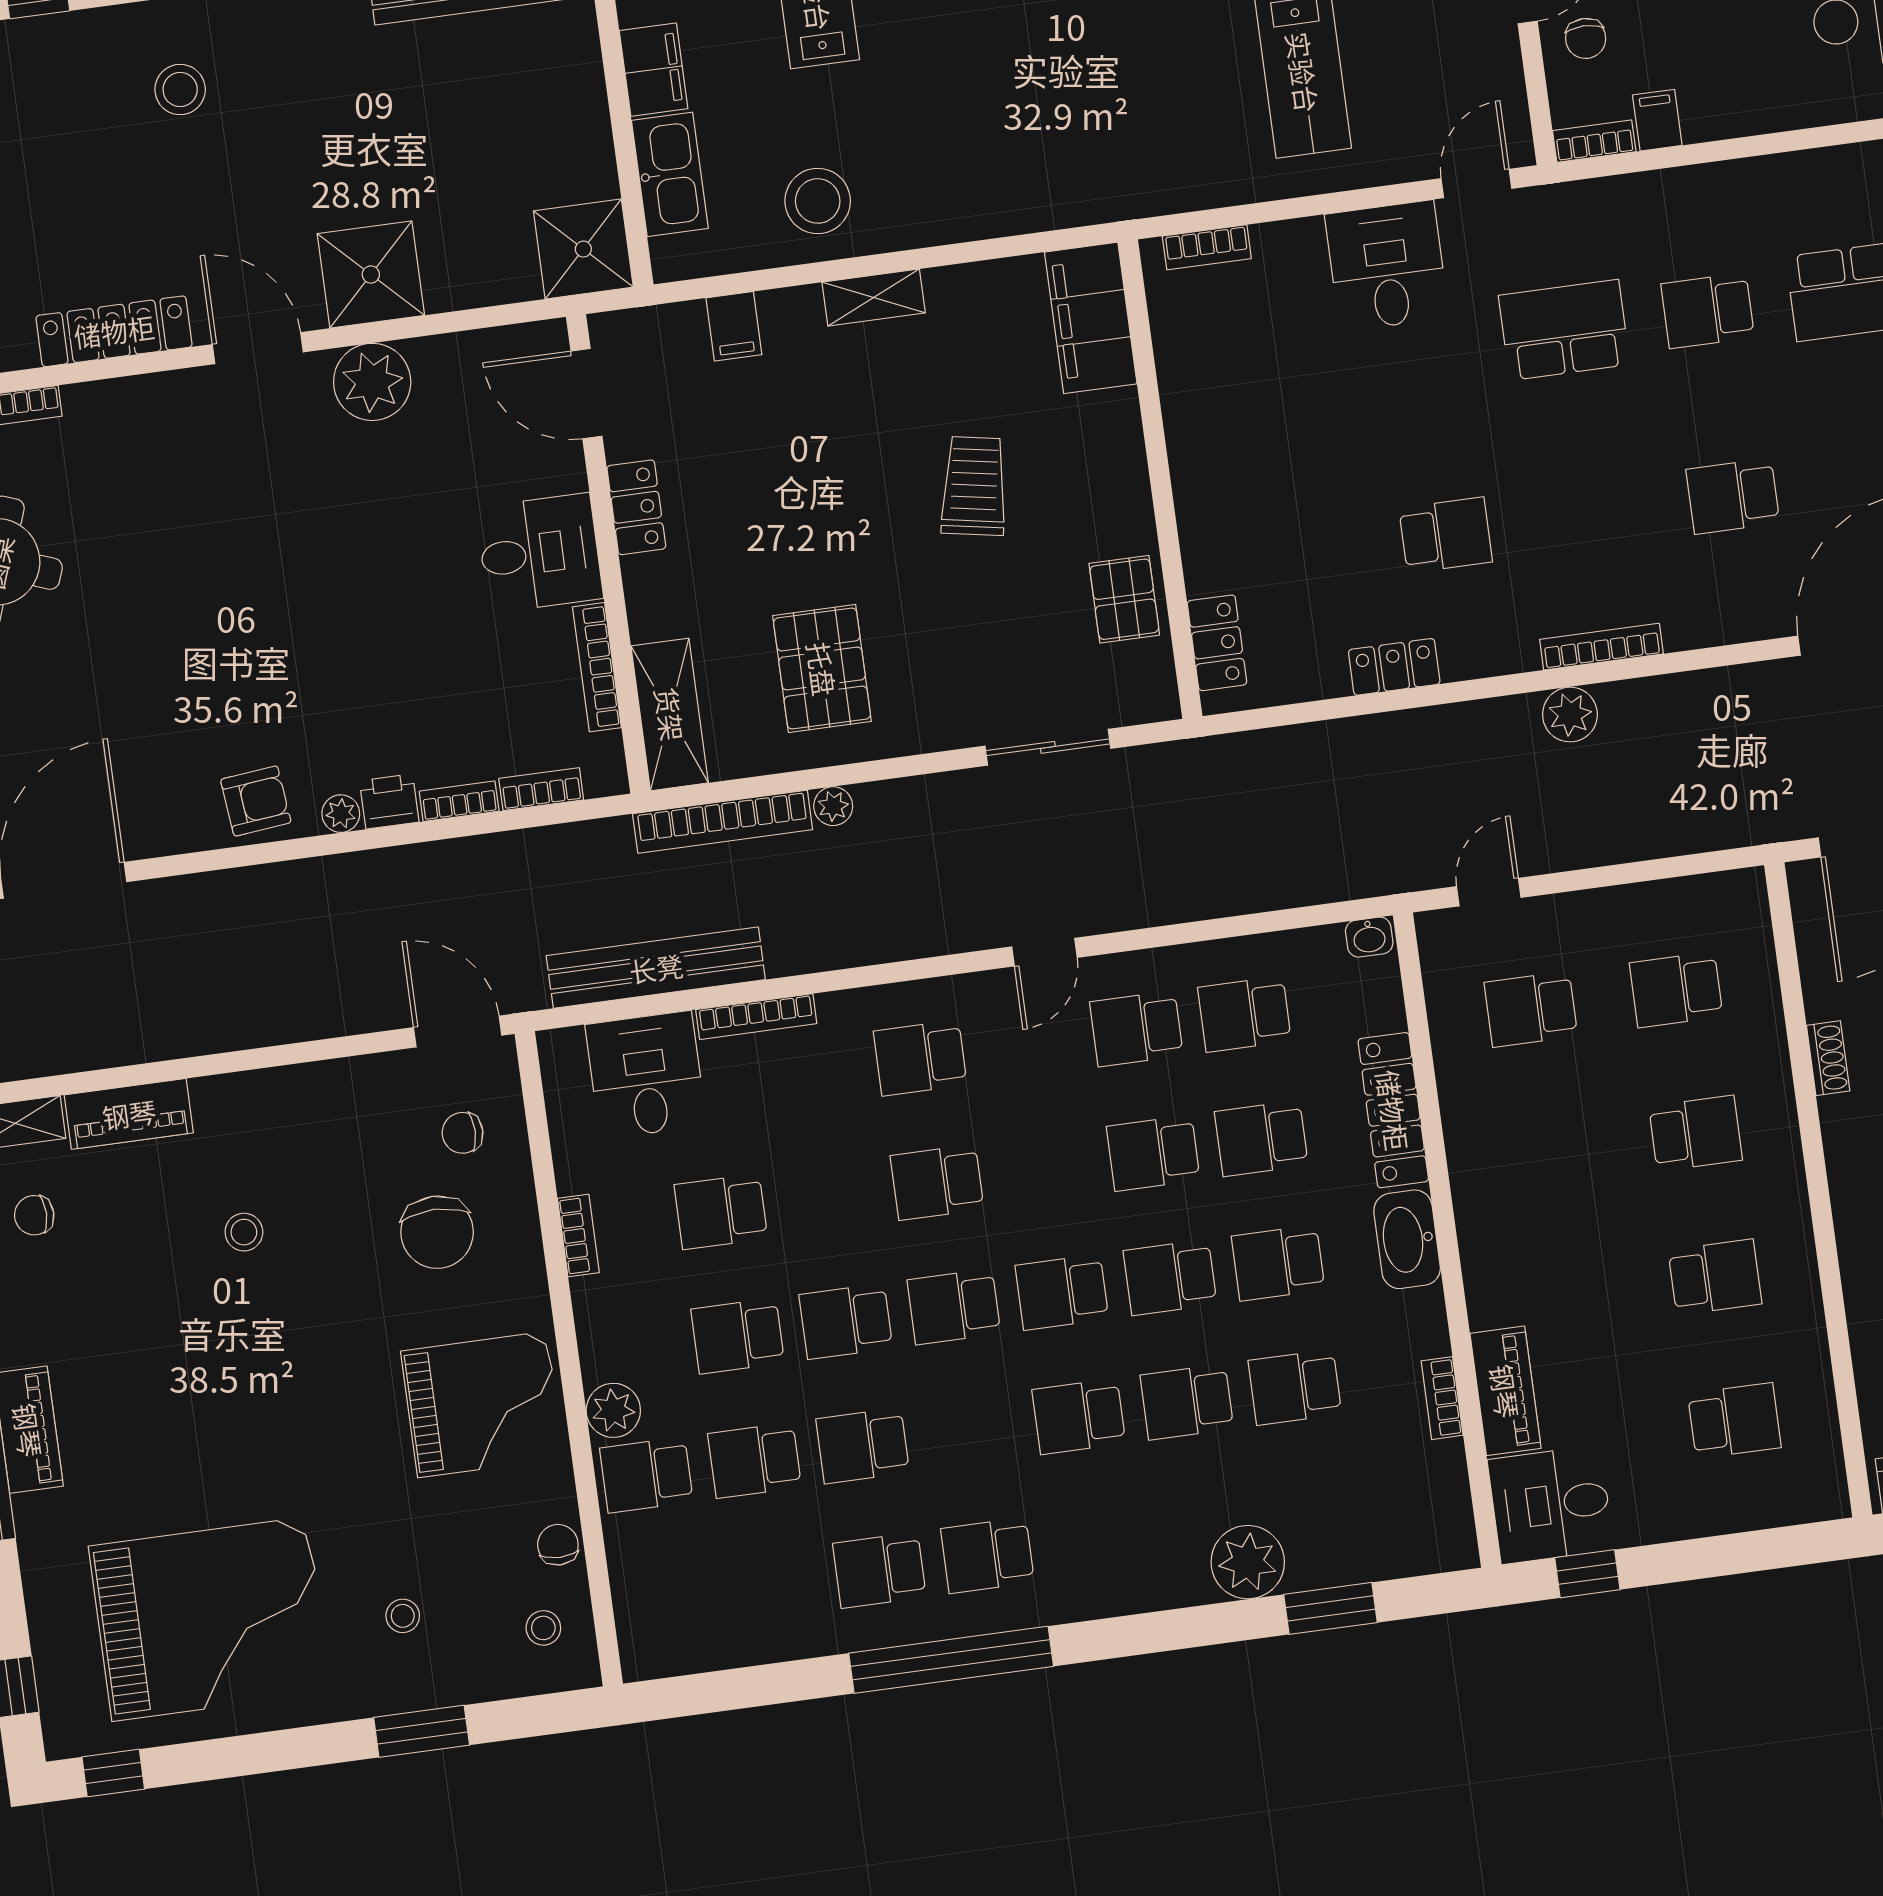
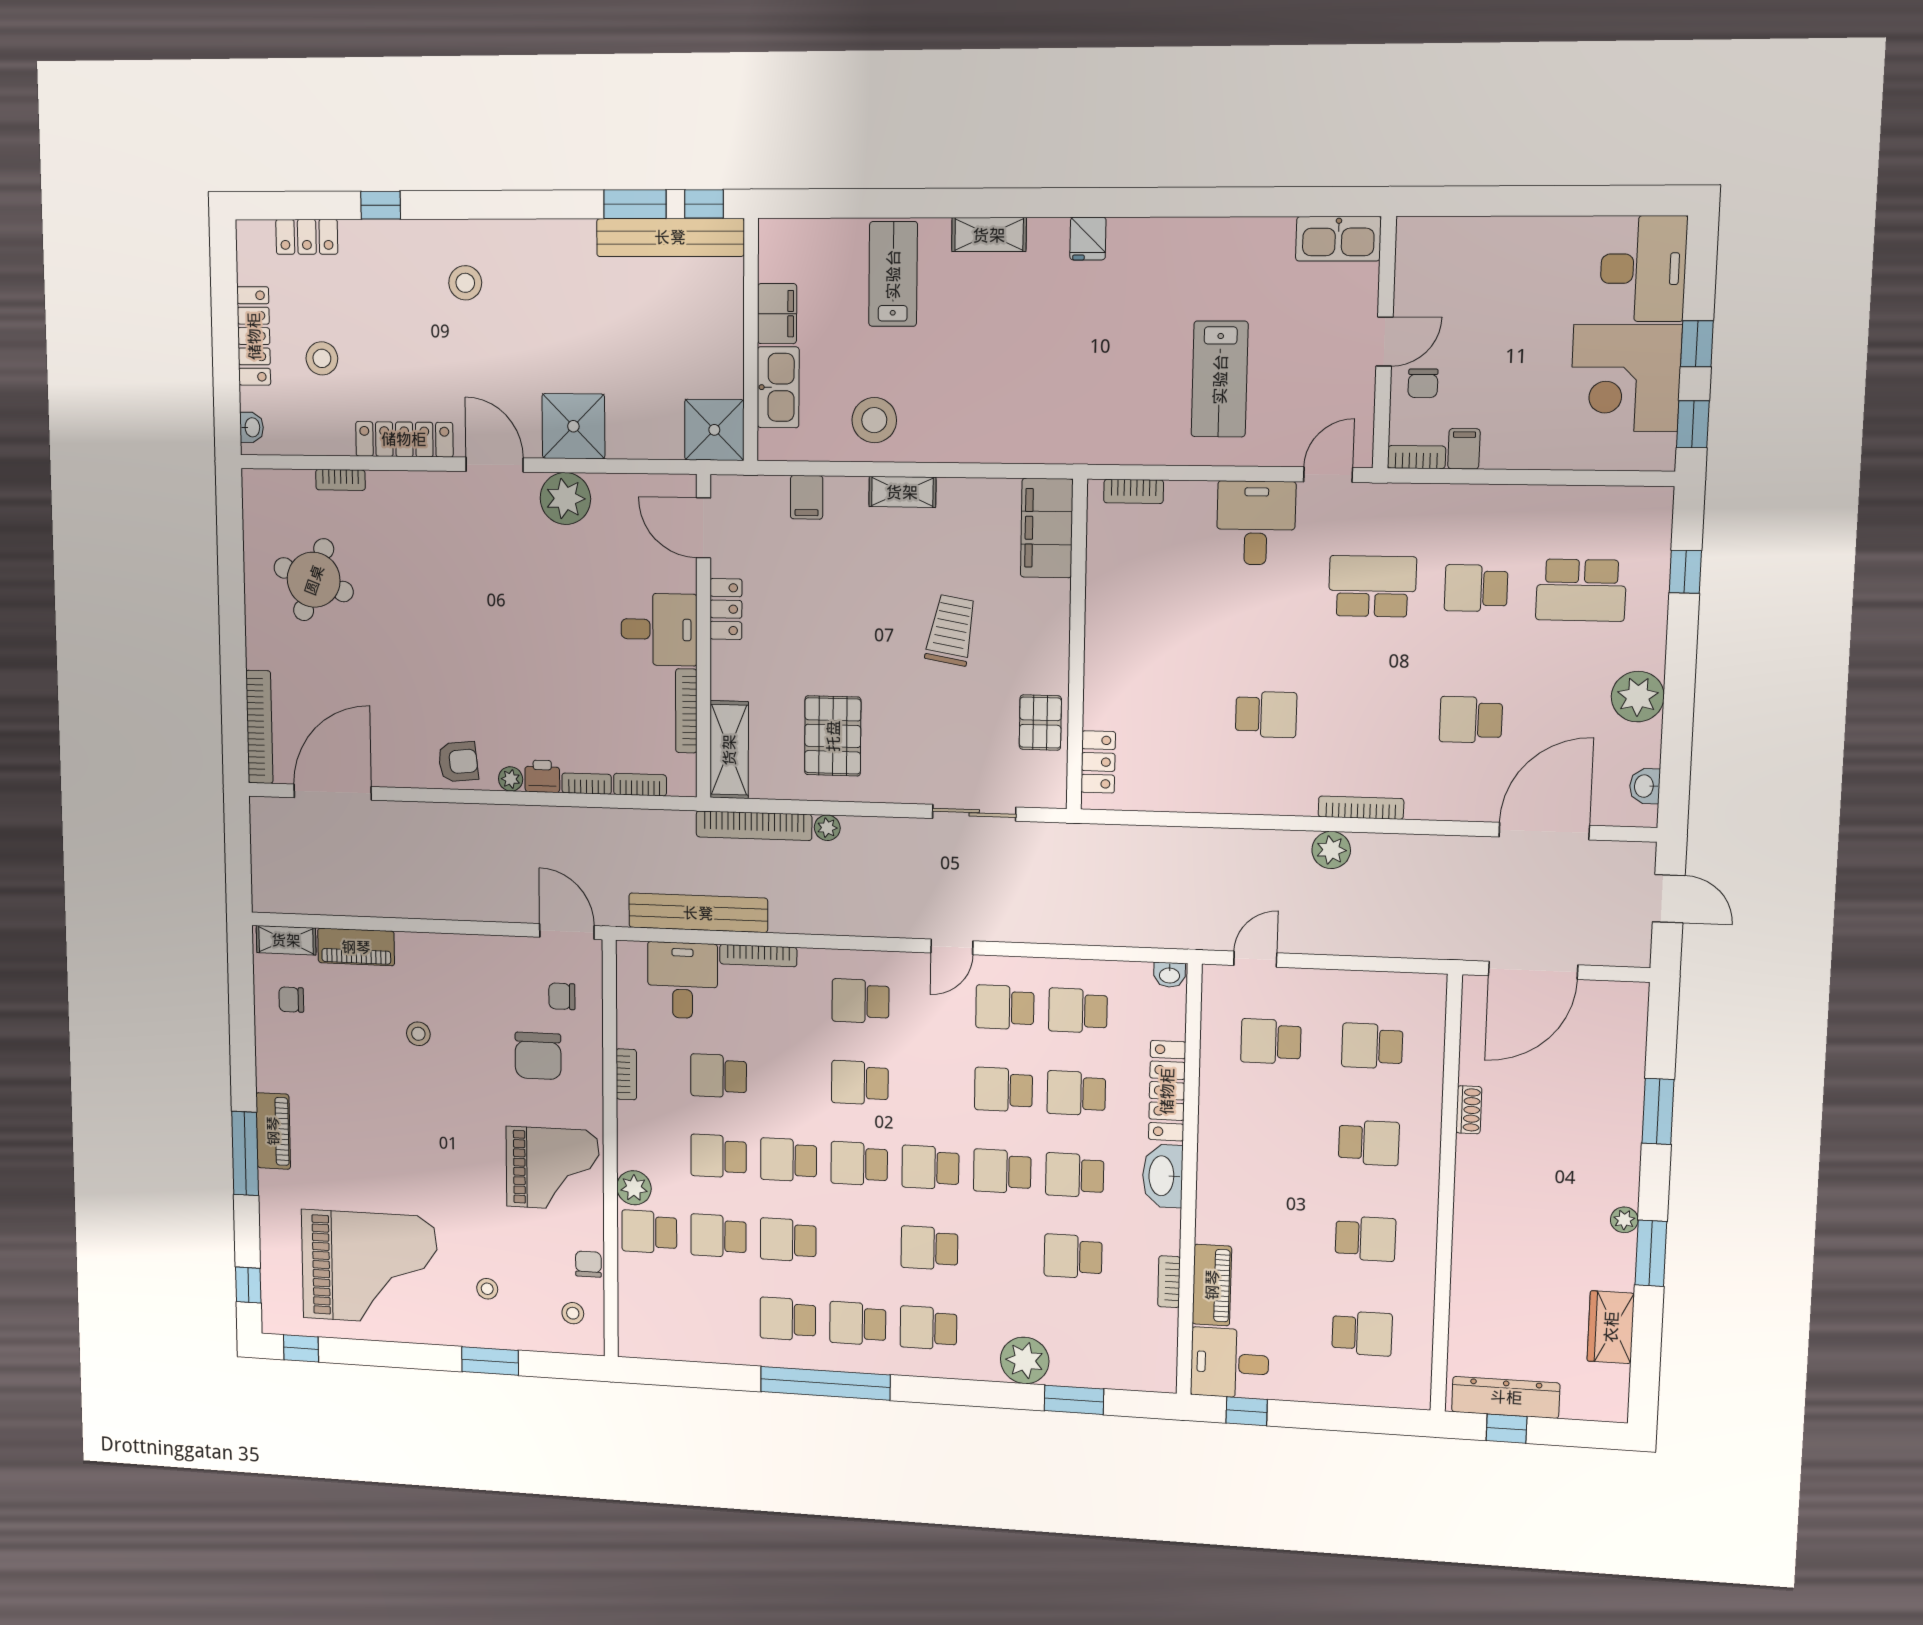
locker: (1394, 667) -> (1216, 798), removed
school desk: (1187, 1402) -> (928, 1328), moved

